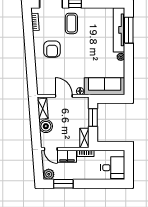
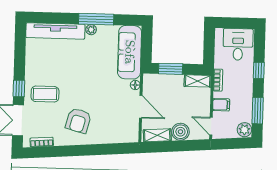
window: (129, 30) -> (96, 19), moved
armchair: (52, 49) -> (78, 121), turned 105
door: (64, 96) -> (141, 107), swing flipped
door: (51, 149) -> (211, 126), swing flipped
filing cabinet: (67, 156) -> (221, 105), width x0.50
window: (94, 184) -> (259, 70), added

